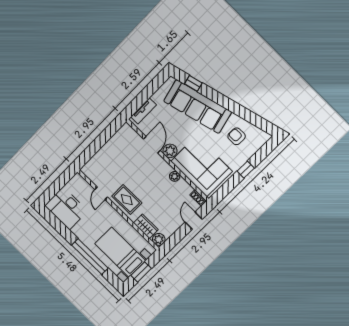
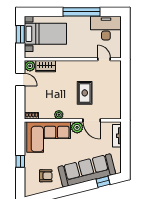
door: (101, 193) -> (104, 59), moved
rug: (127, 200) -> (85, 93), moved, turned 90
door: (194, 221) -> (20, 79), moved
window: (90, 257) -> (82, 12), moved

